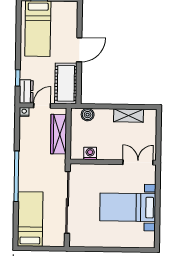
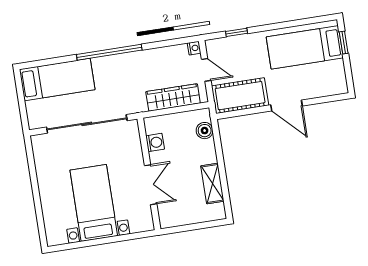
dresser: (26, 91) -> (221, 46), removed
double door: (138, 162) -> (151, 185), moved

